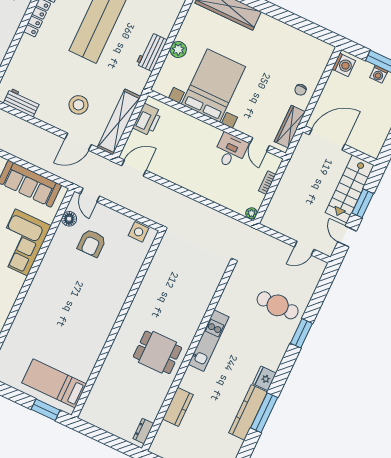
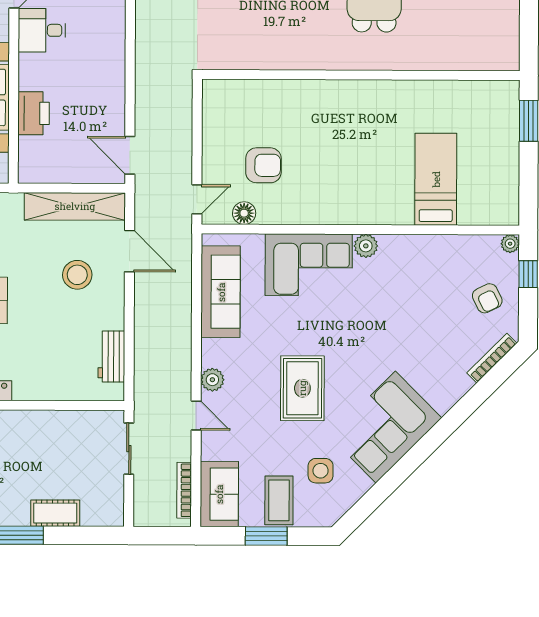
printer: (147, 120) -> (34, 113), moved, turned 90
side table: (139, 232) -> (217, 107), removed
plant: (17, 281) -> (366, 246), added
bed: (54, 383) -> (436, 179), moved, turned 180

